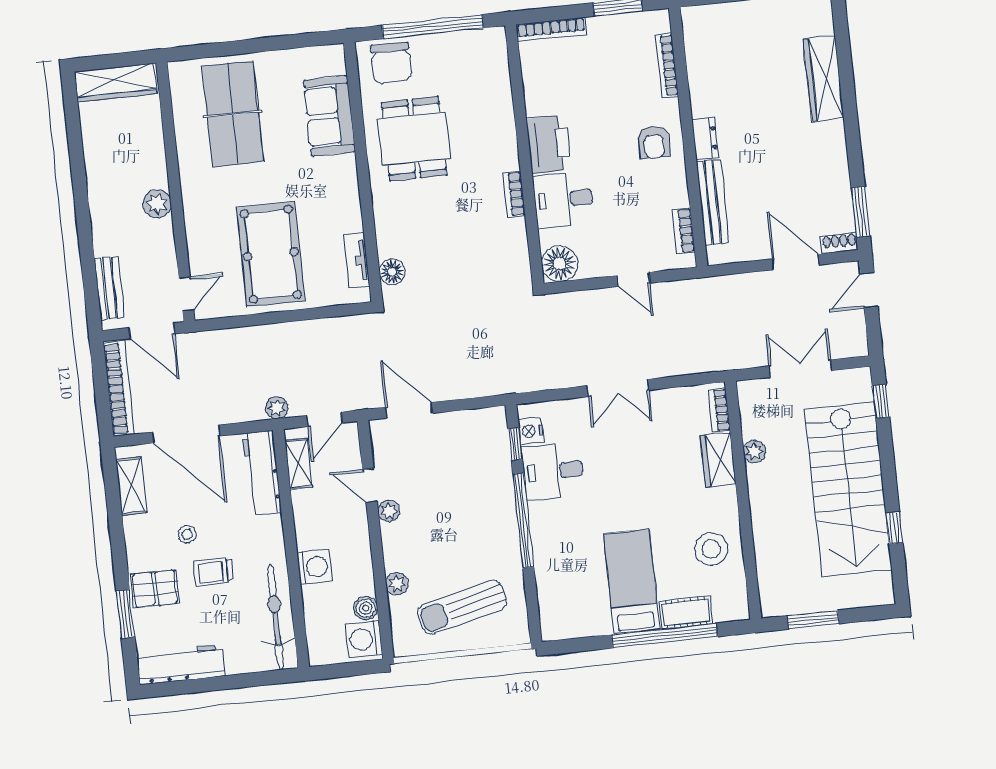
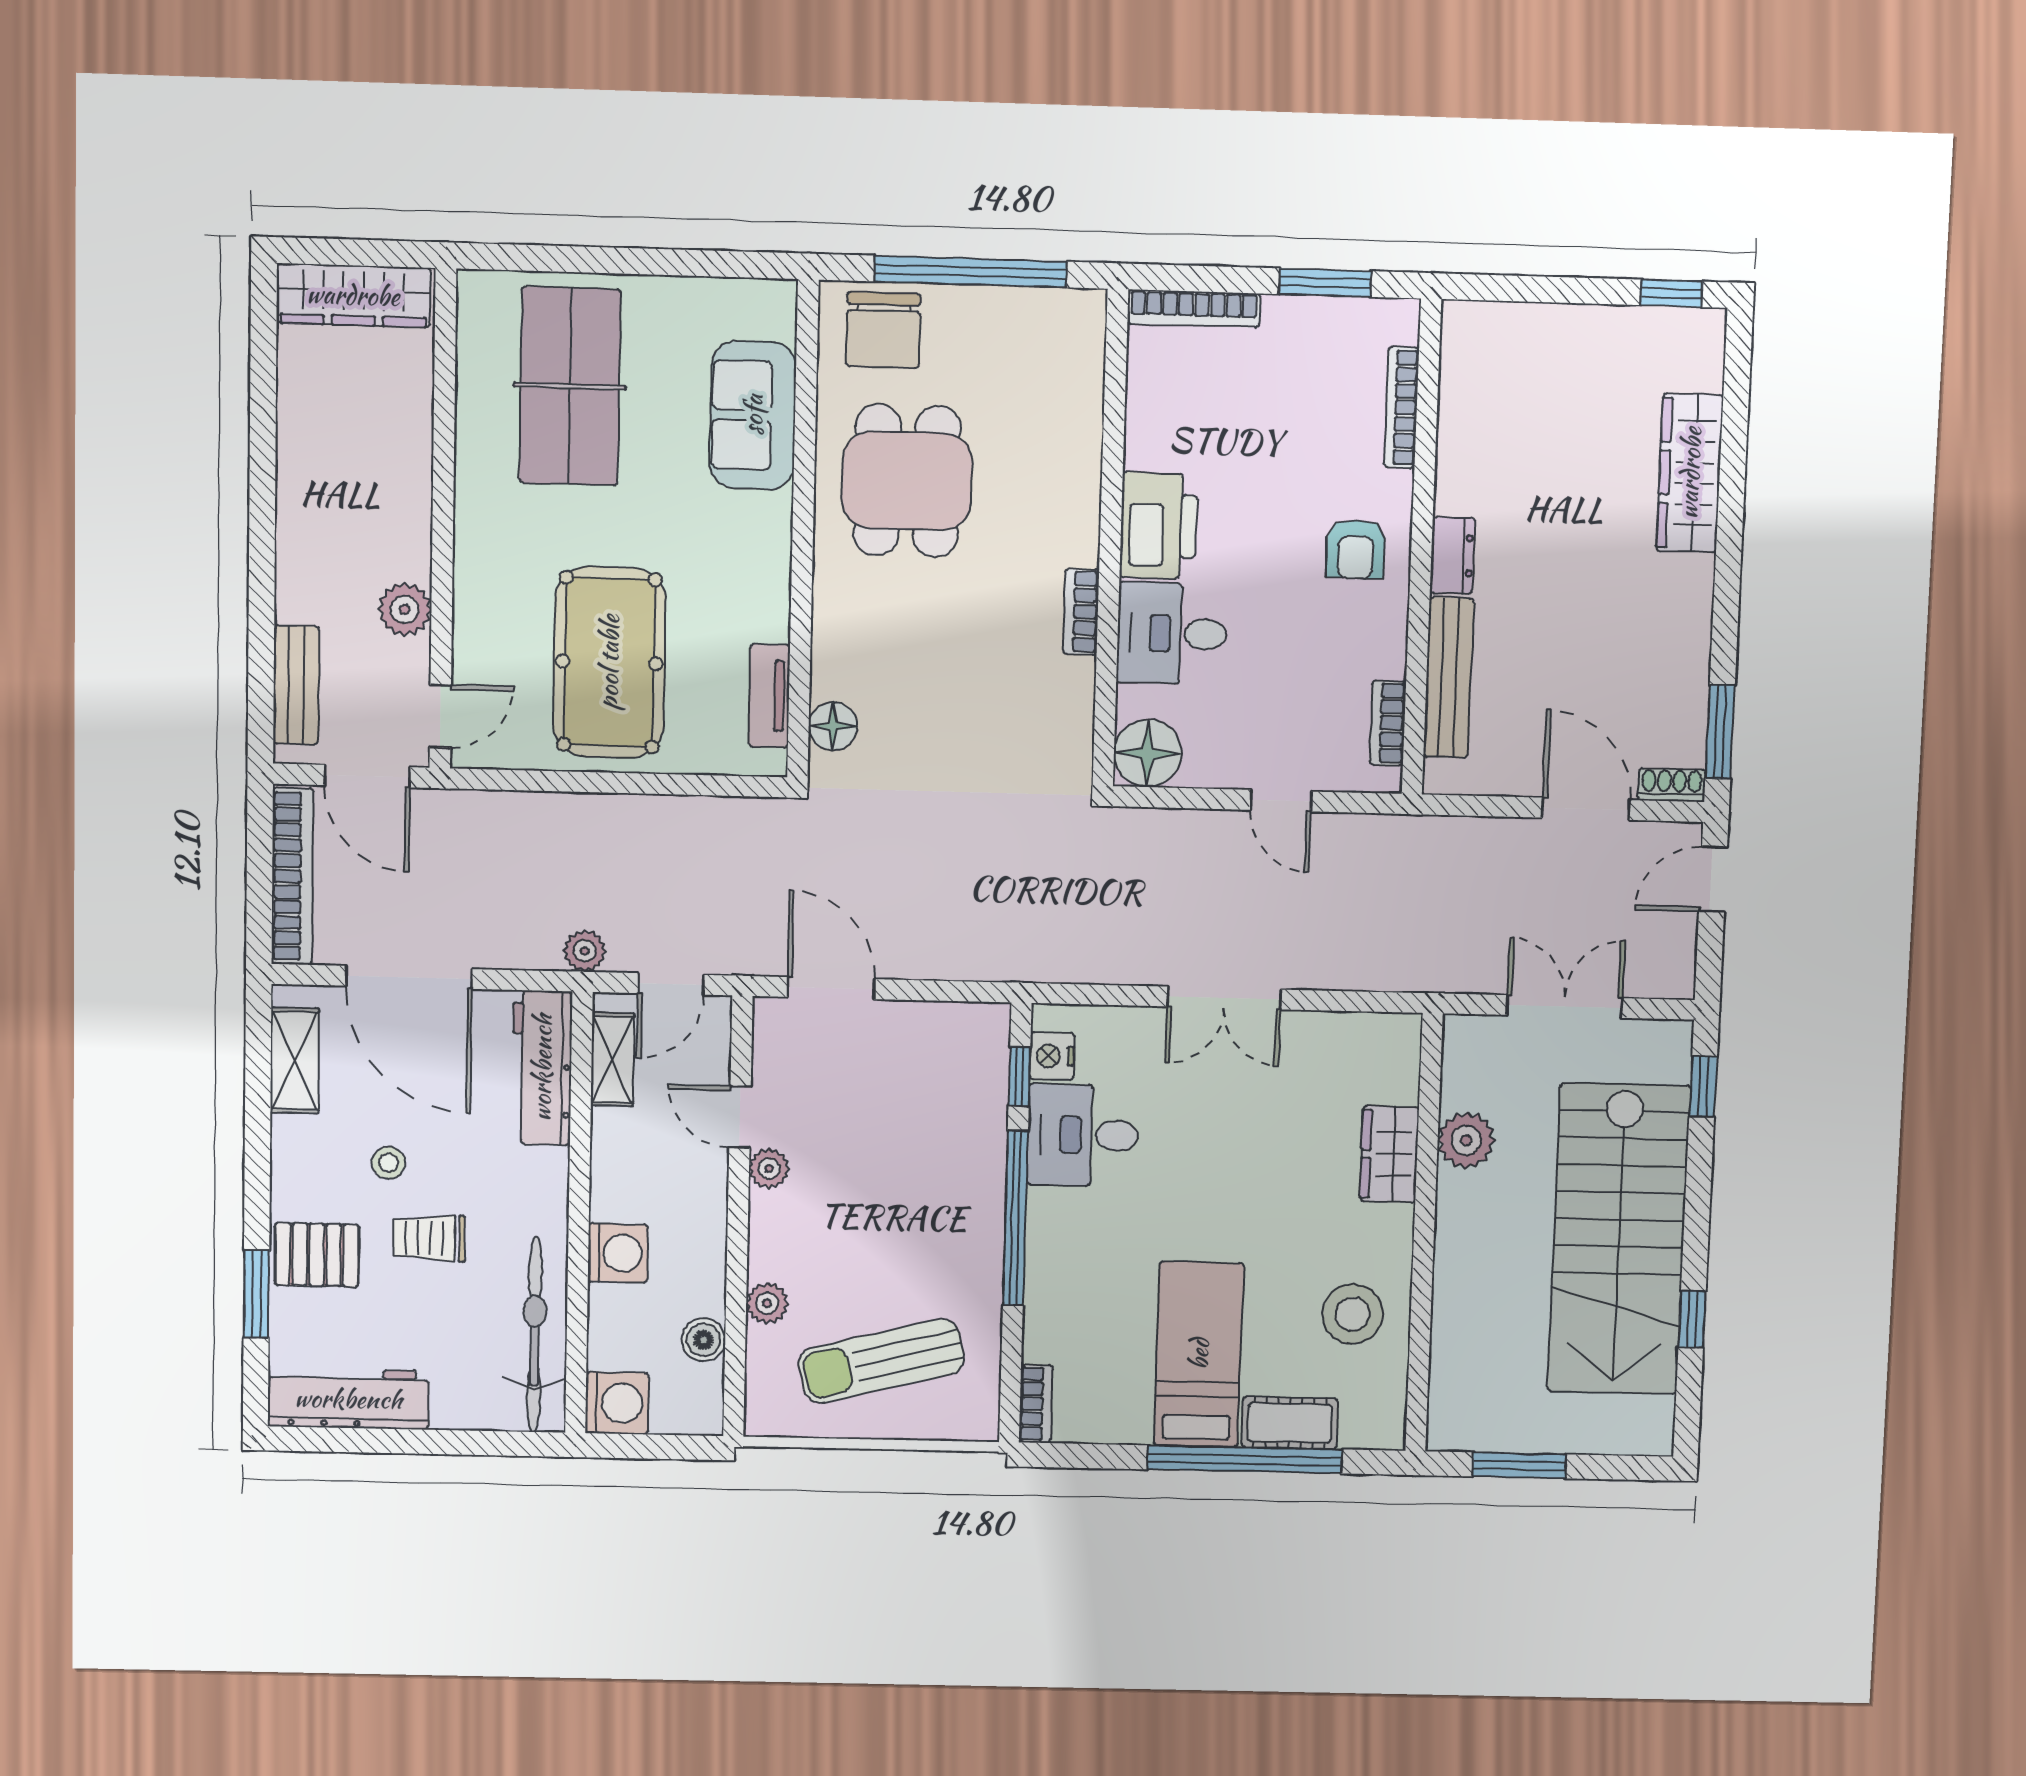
plant: (157, 204) -> (405, 609), moved
bookcase: (719, 410) -> (1036, 1404), moved, turned 180
plant: (755, 452) -> (1466, 1140), width x1.38, depth x1.38
washing machine: (364, 639) -> (617, 1403), moved, turned 180

